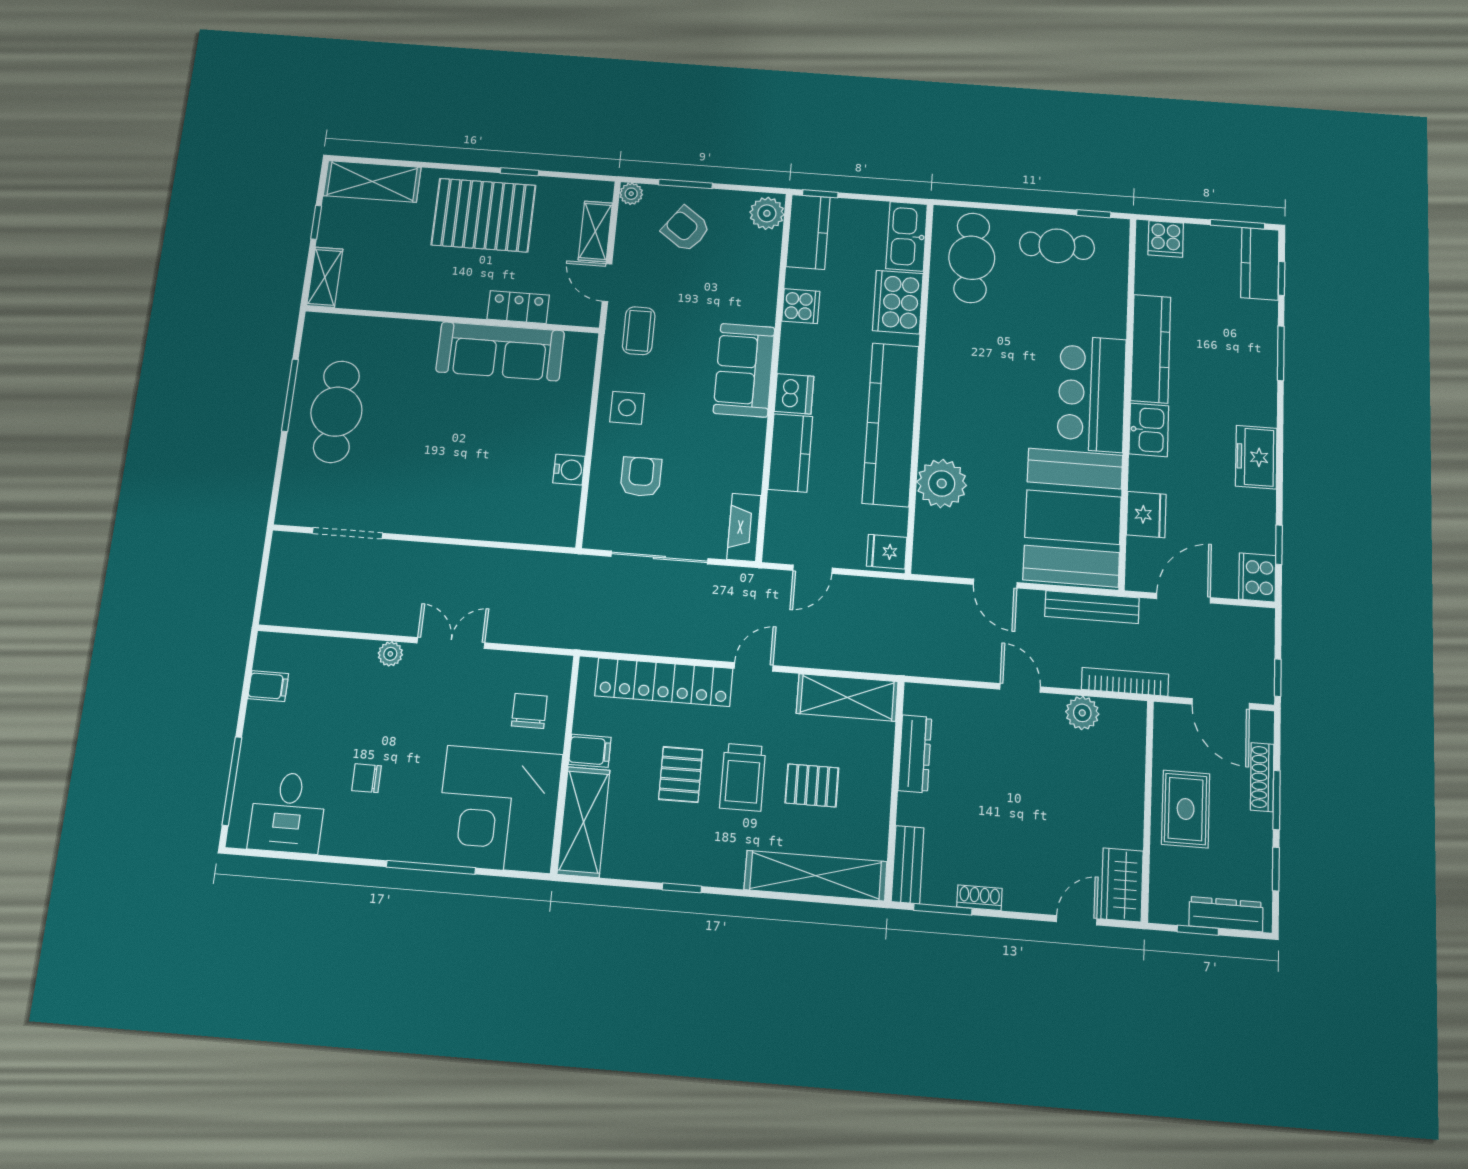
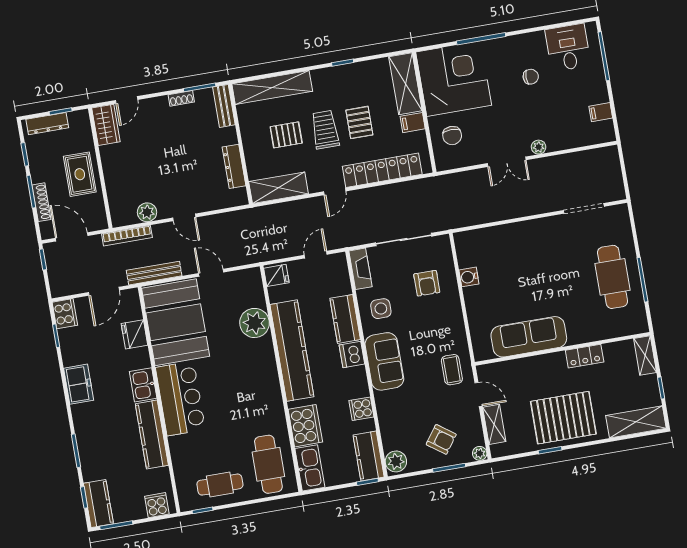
locker: (518, 307) -> (585, 356), moved
side table: (627, 408) -> (381, 309), moved

